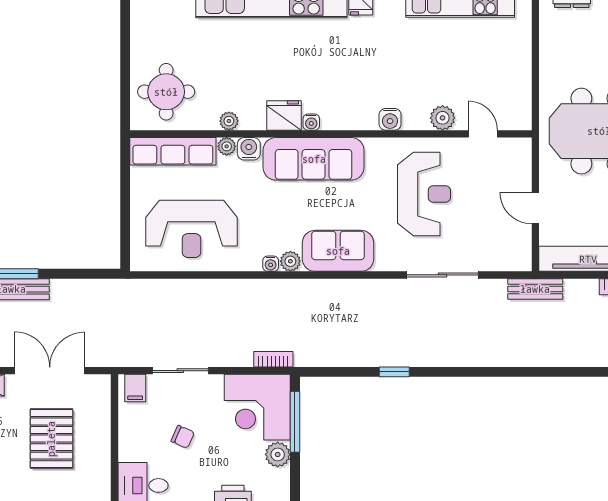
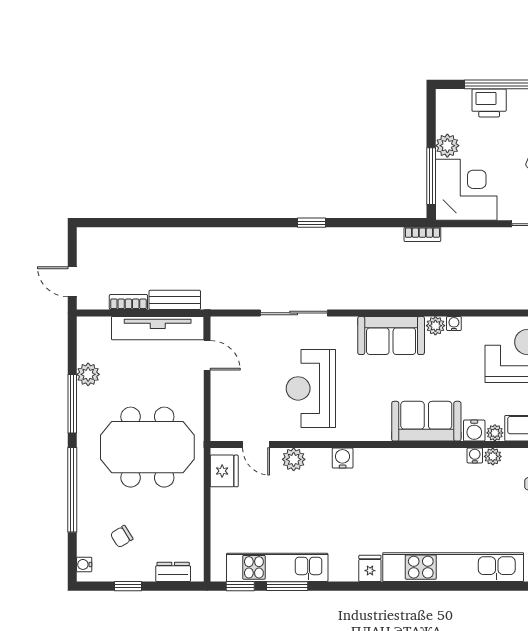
fridge: (284, 115) -> (224, 471), moved, turned -90
water cooler: (311, 122) -> (475, 455), moved
sofa: (314, 159) -> (426, 421), width x0.73
door: (535, 208) -> (207, 355), moved
bench: (535, 289) -> (175, 300), moved
bookcase: (273, 359) -> (422, 234), moved
window: (394, 372) -> (312, 223), moved

